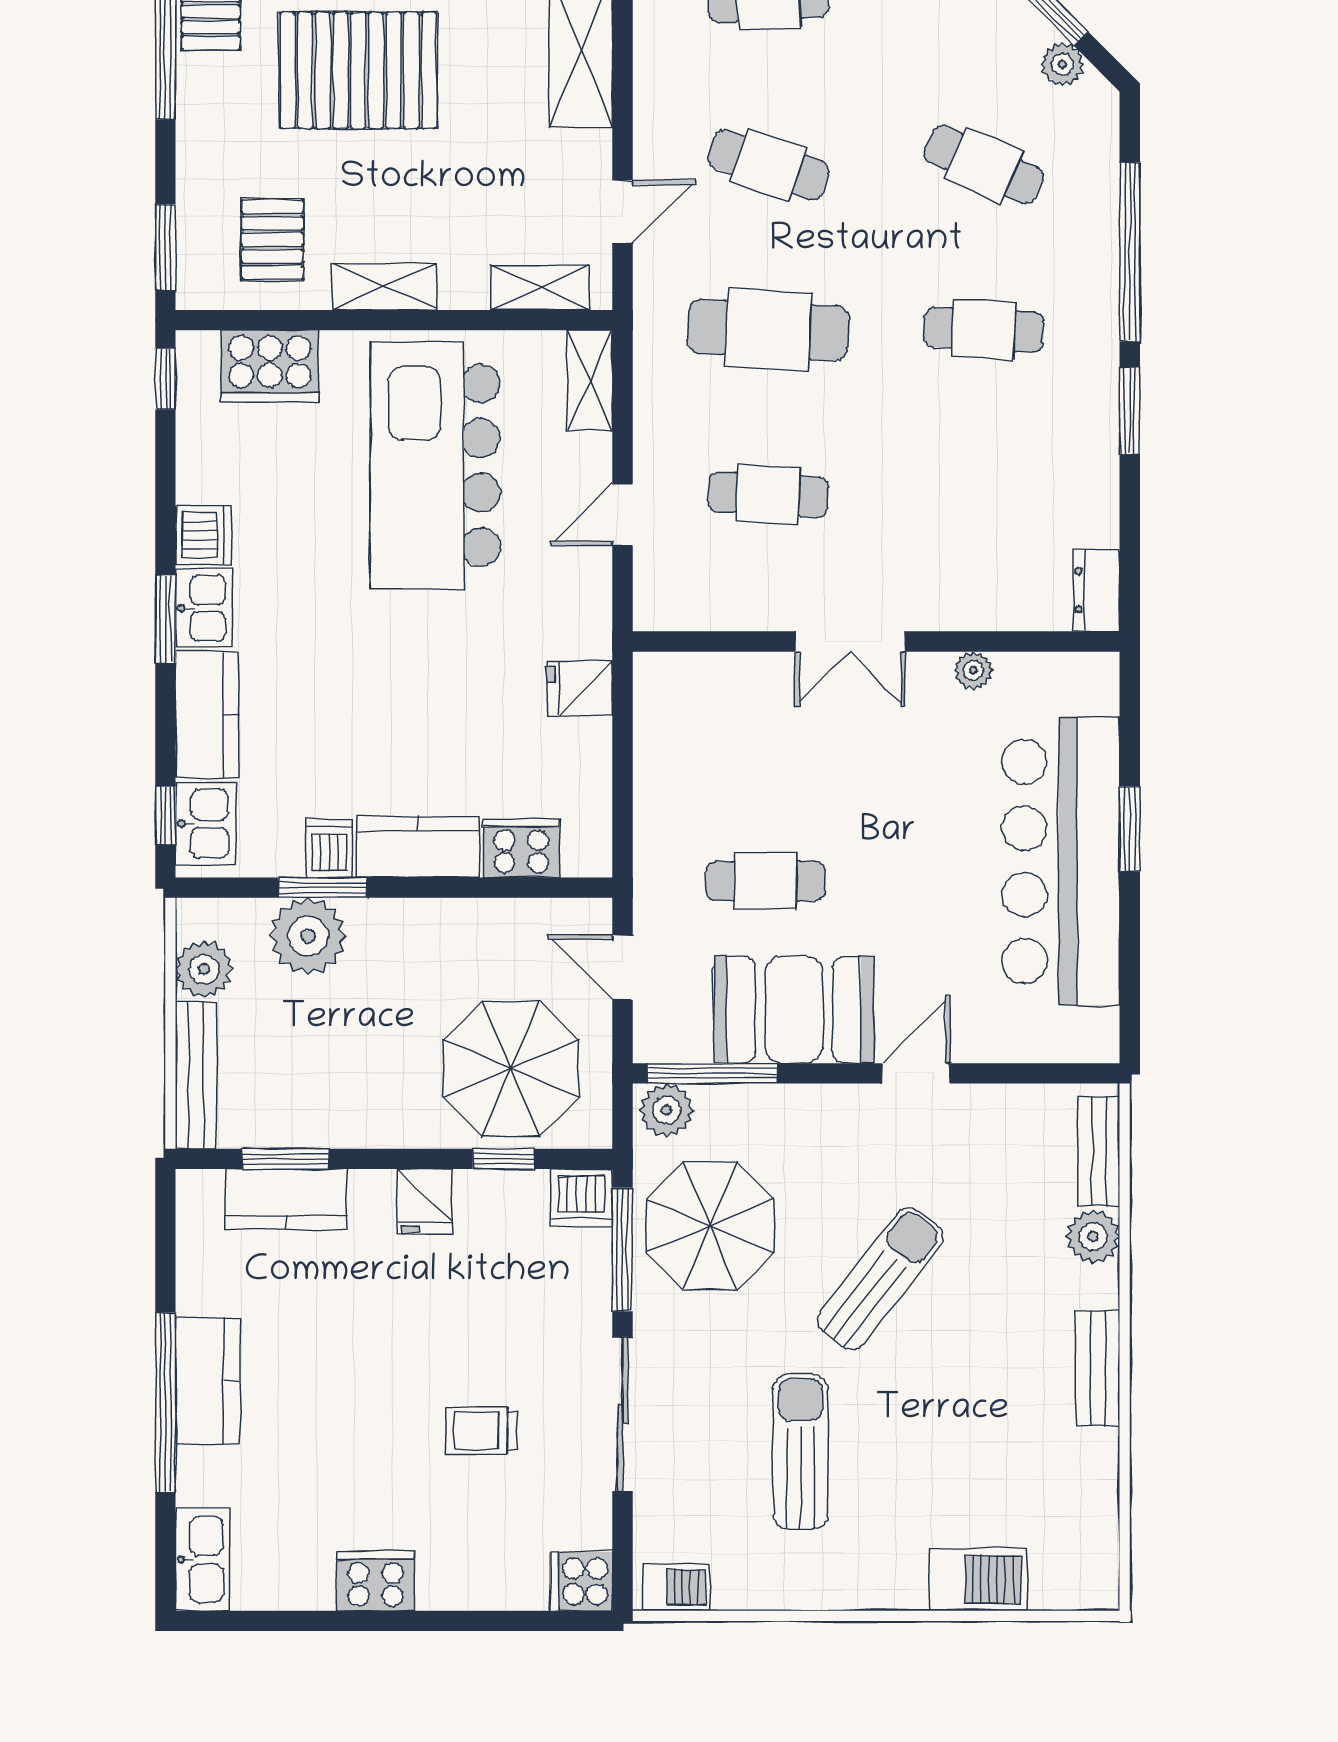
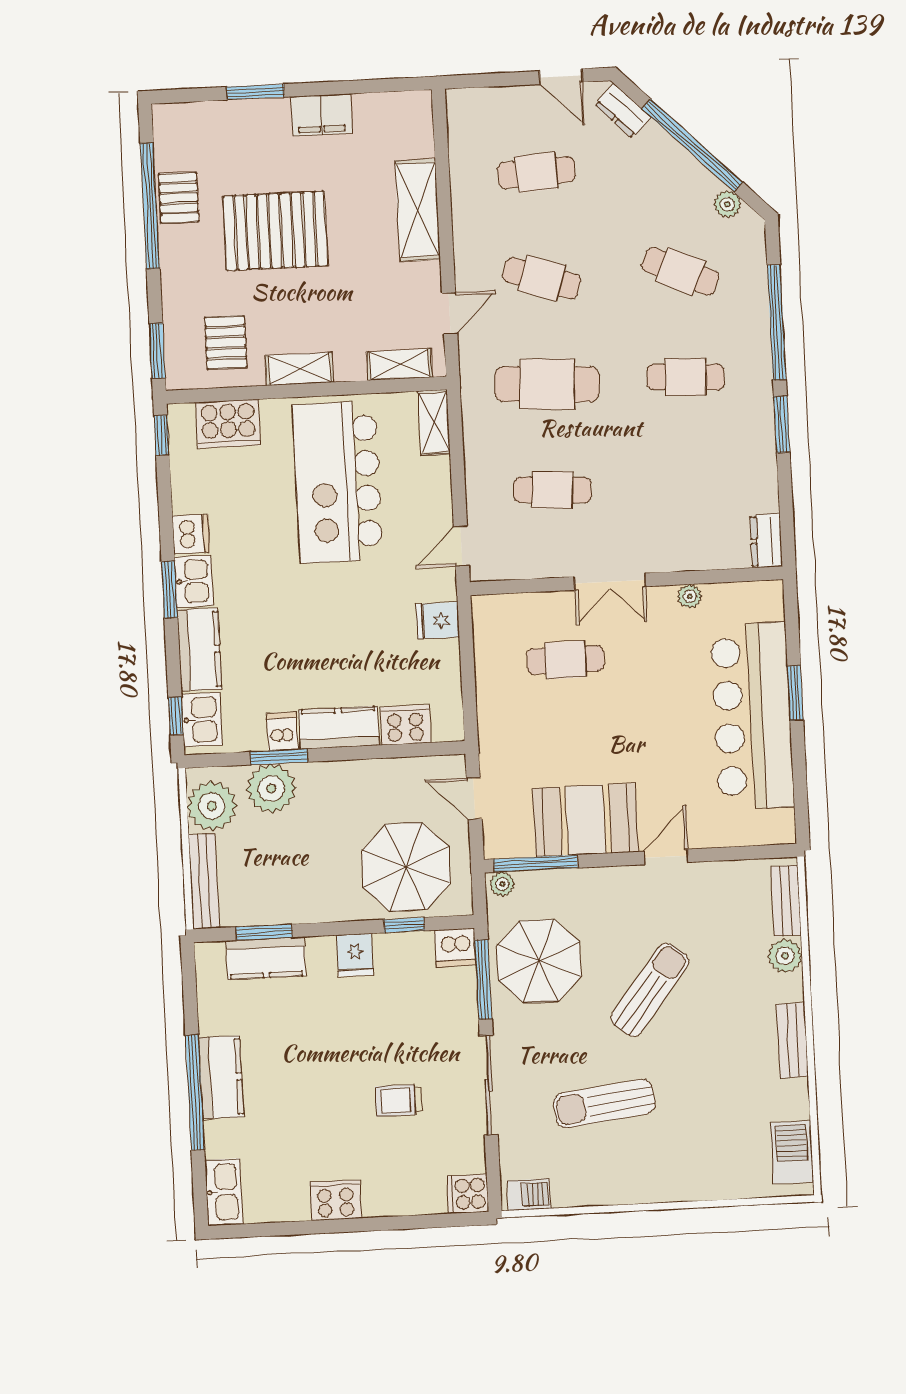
door: (622, 515) -> (461, 546), moved
cafe table: (766, 881) -> (565, 660), moved
plant: (204, 969) -> (212, 806), width x1.36, depth x1.36
plant: (667, 1110) -> (502, 884), width x0.73, depth x0.73
sun lounger: (801, 1452) -> (604, 1104), turned -97
barbecue: (979, 1580) -> (792, 1152), moved, turned -90

